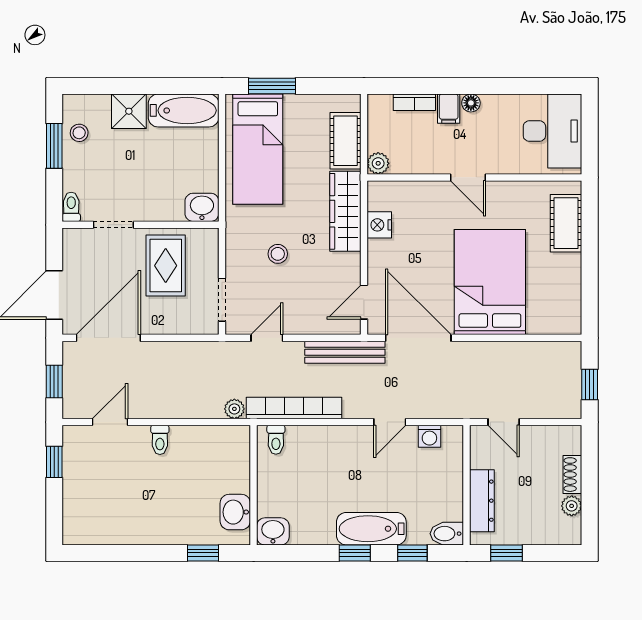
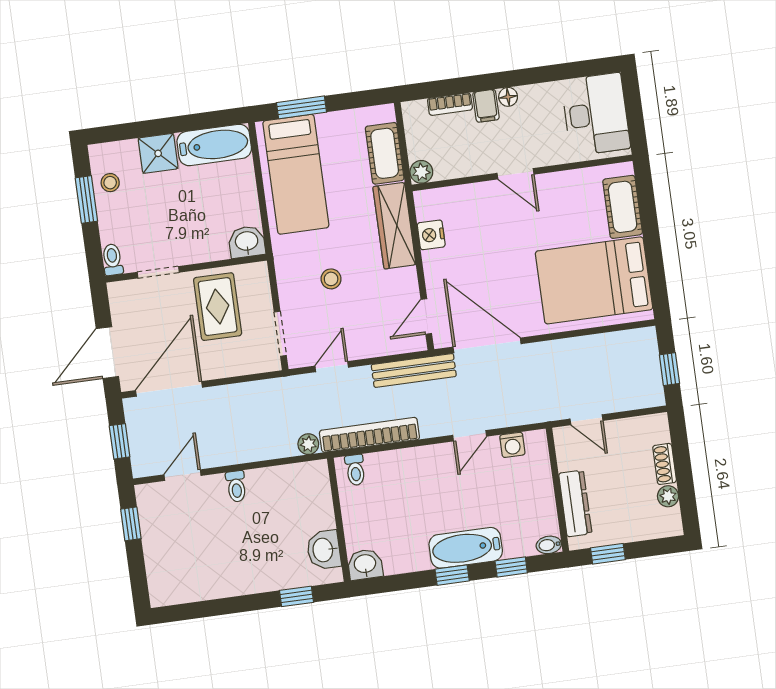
bed: (490, 282) -> (594, 280), moved, turned -90
bidet: (447, 534) -> (549, 545), width x0.72, depth x0.74

